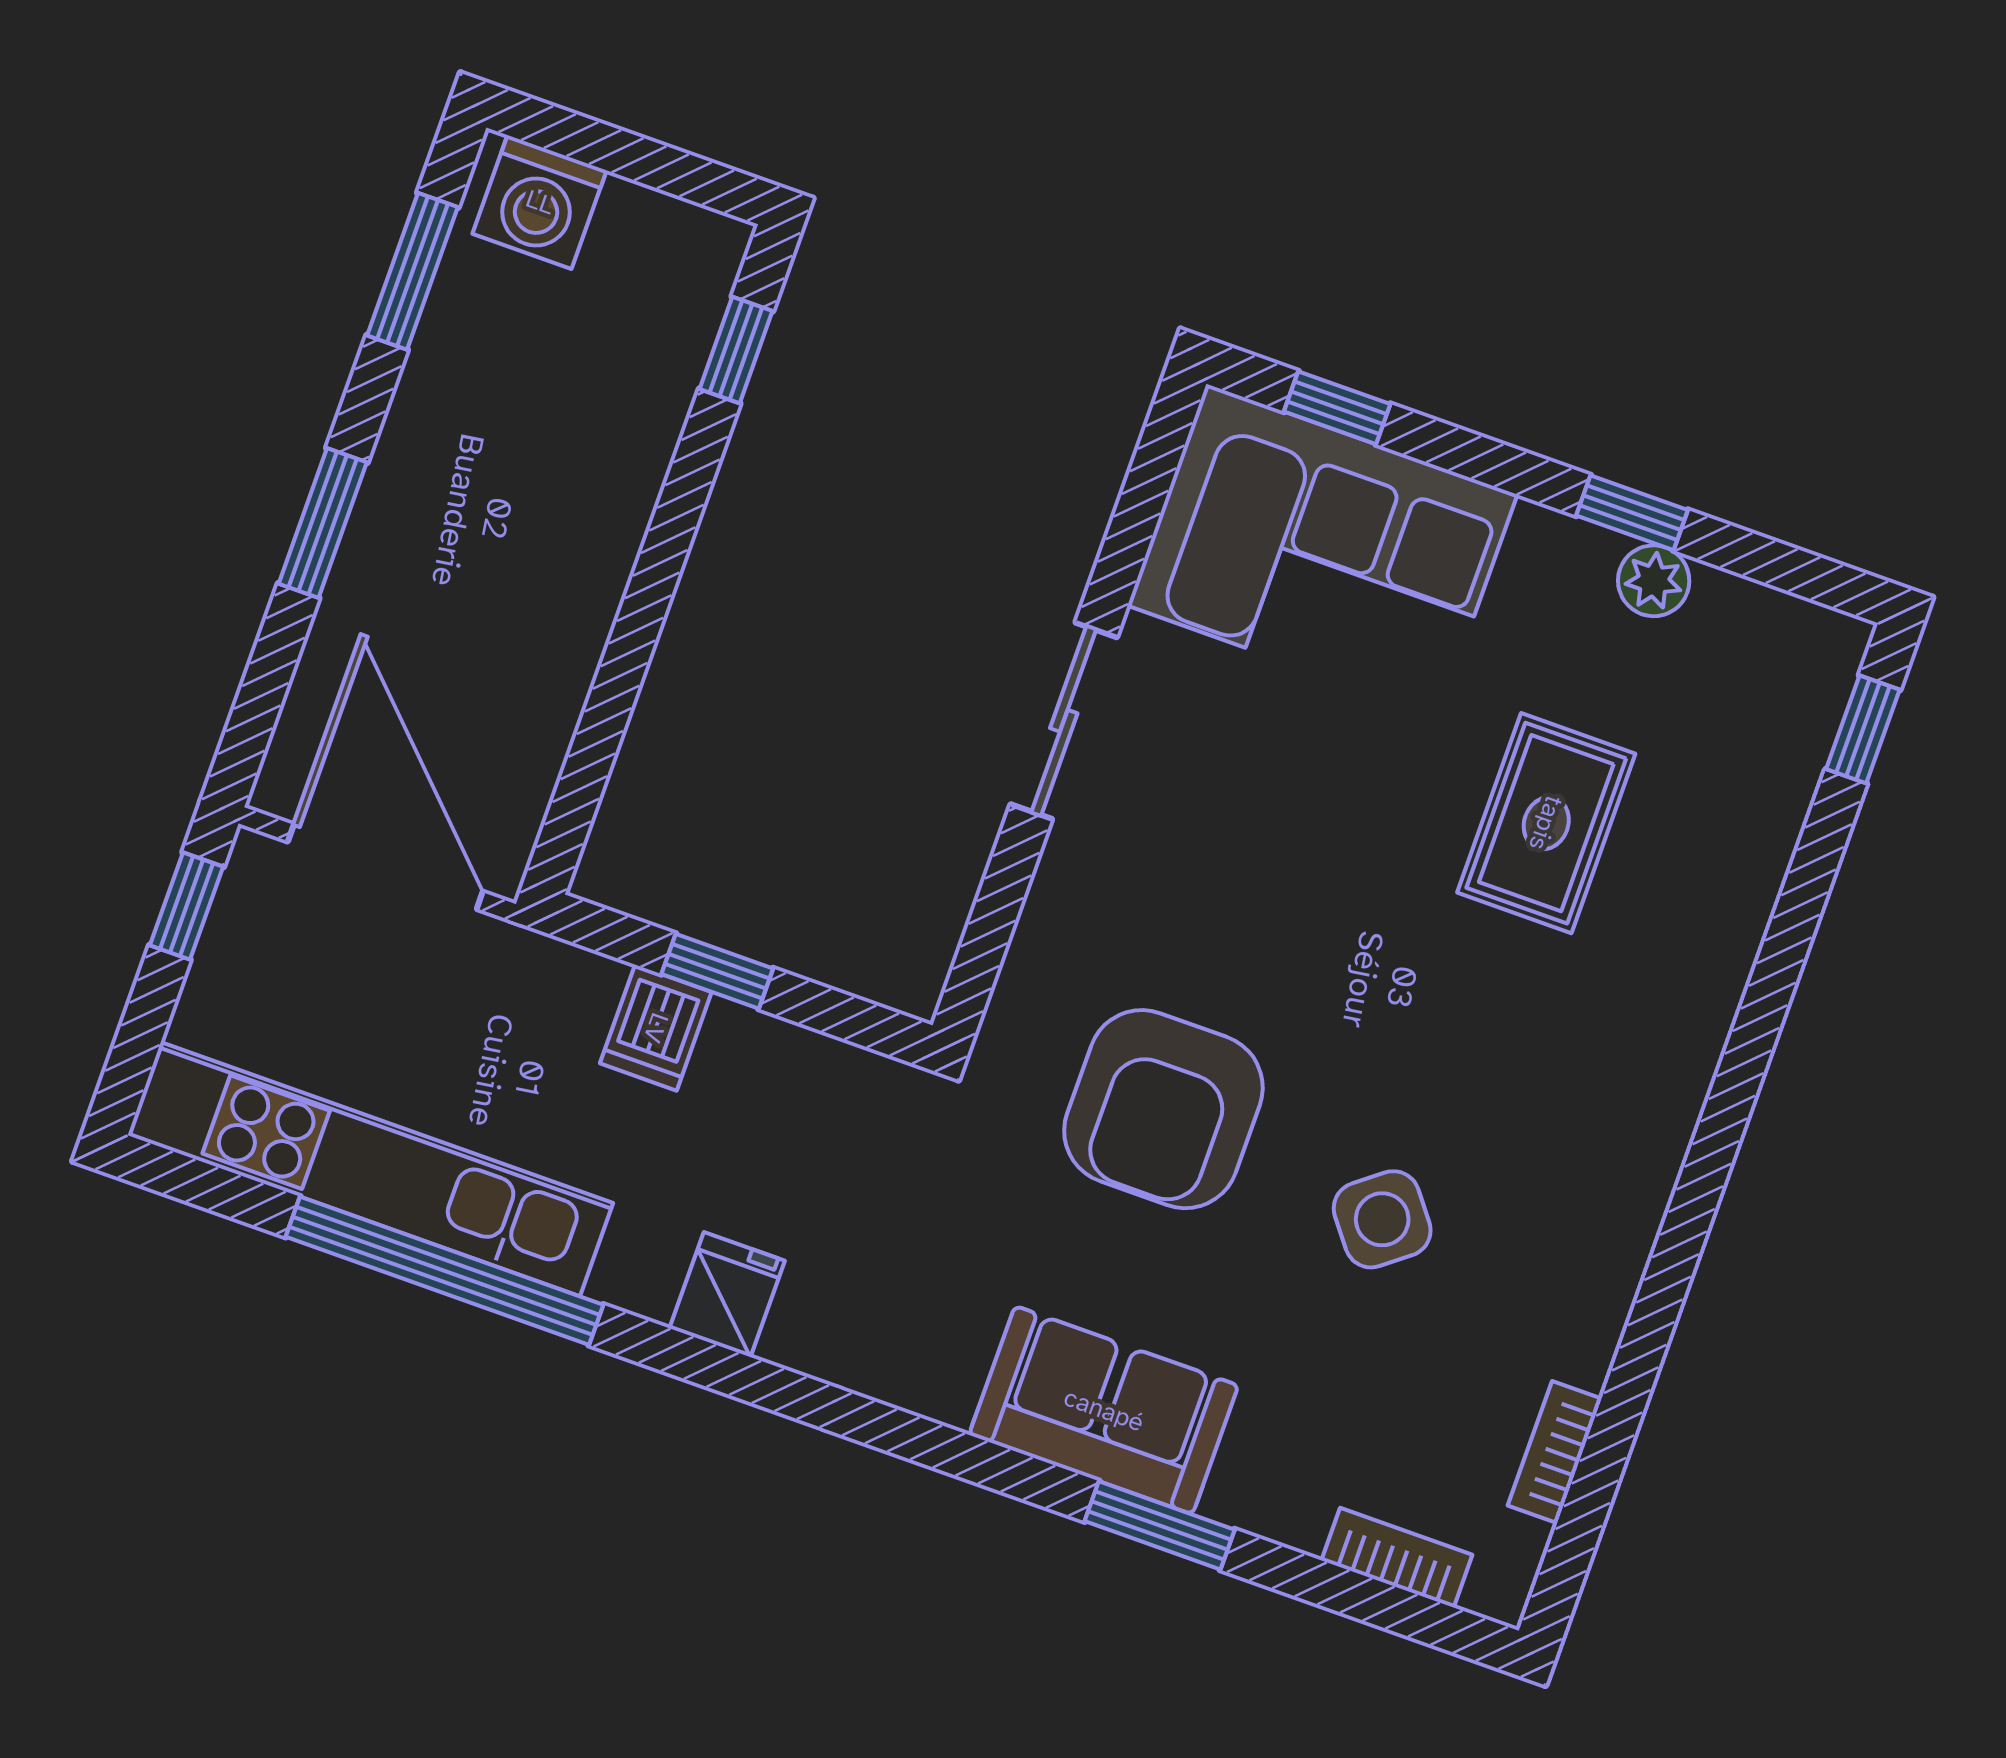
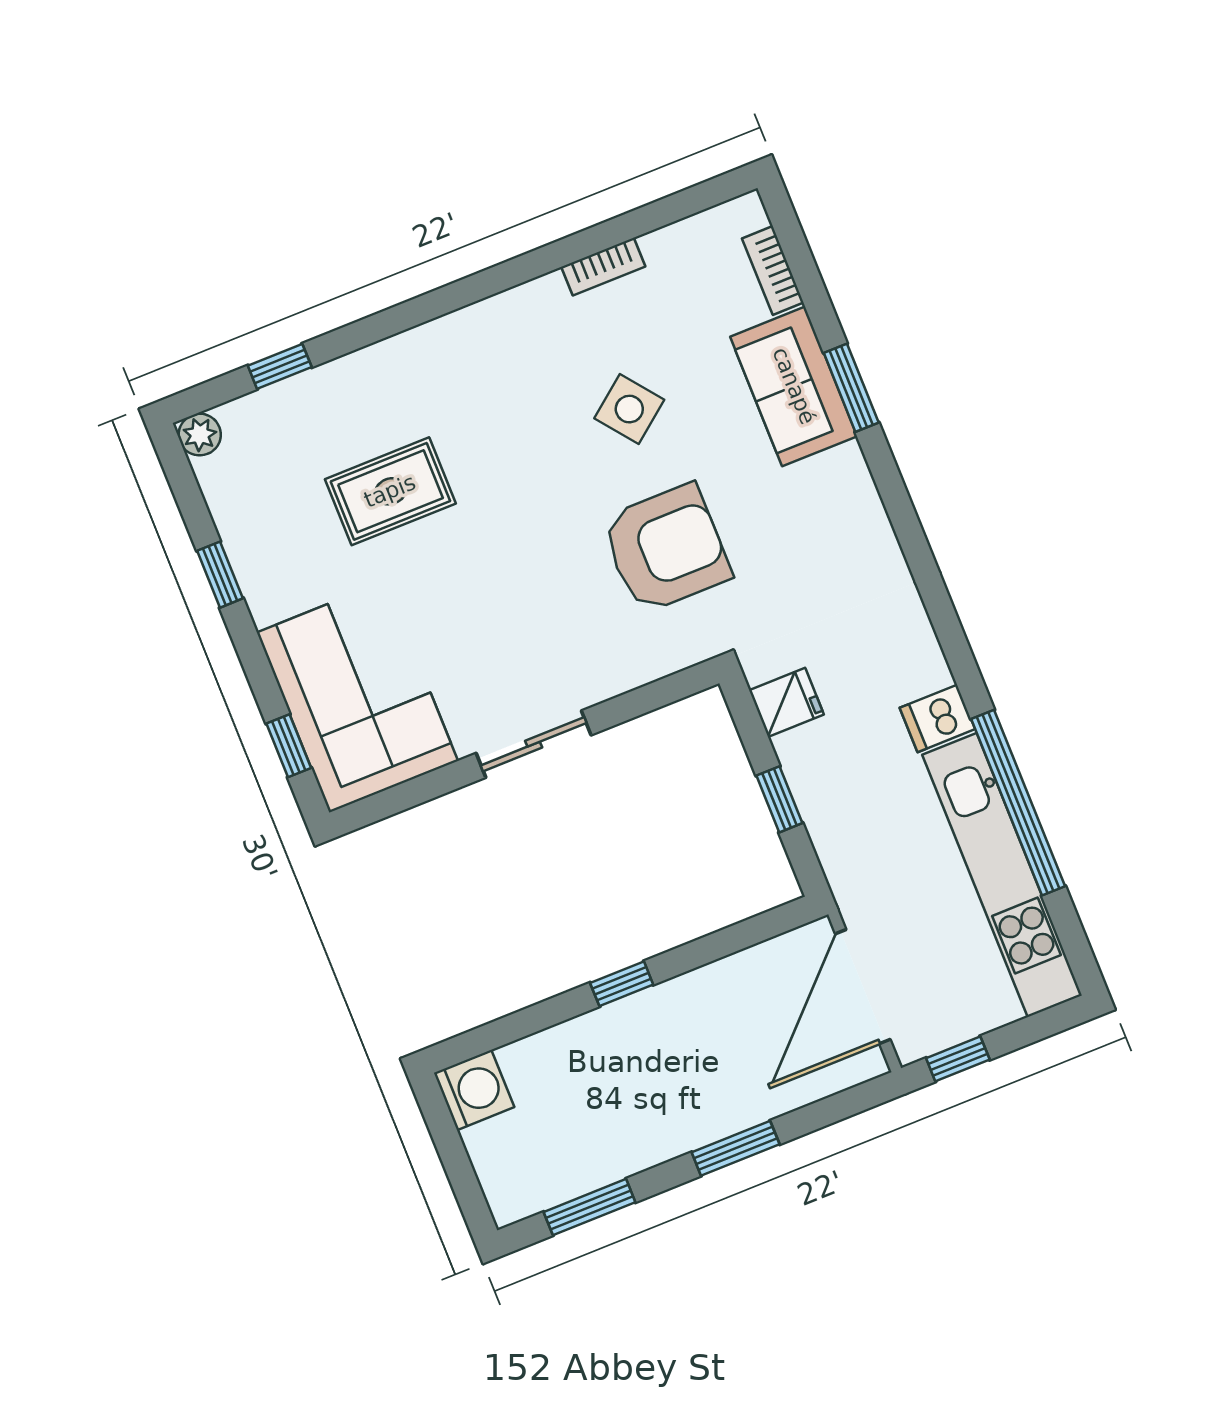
washing machine: (540, 202) -> (474, 1090), moved
window: (736, 350) -> (622, 984), moved
plant: (1654, 581) -> (200, 435), moved
window: (1863, 729) -> (280, 366), moved
dishwasher: (656, 1028) -> (937, 718), moved, turned 180
fridge: (727, 1295) -> (786, 702), moved, turned 180
sofa: (1104, 1410) -> (794, 386), moved
bookcase: (1555, 1452) -> (603, 267), moved

